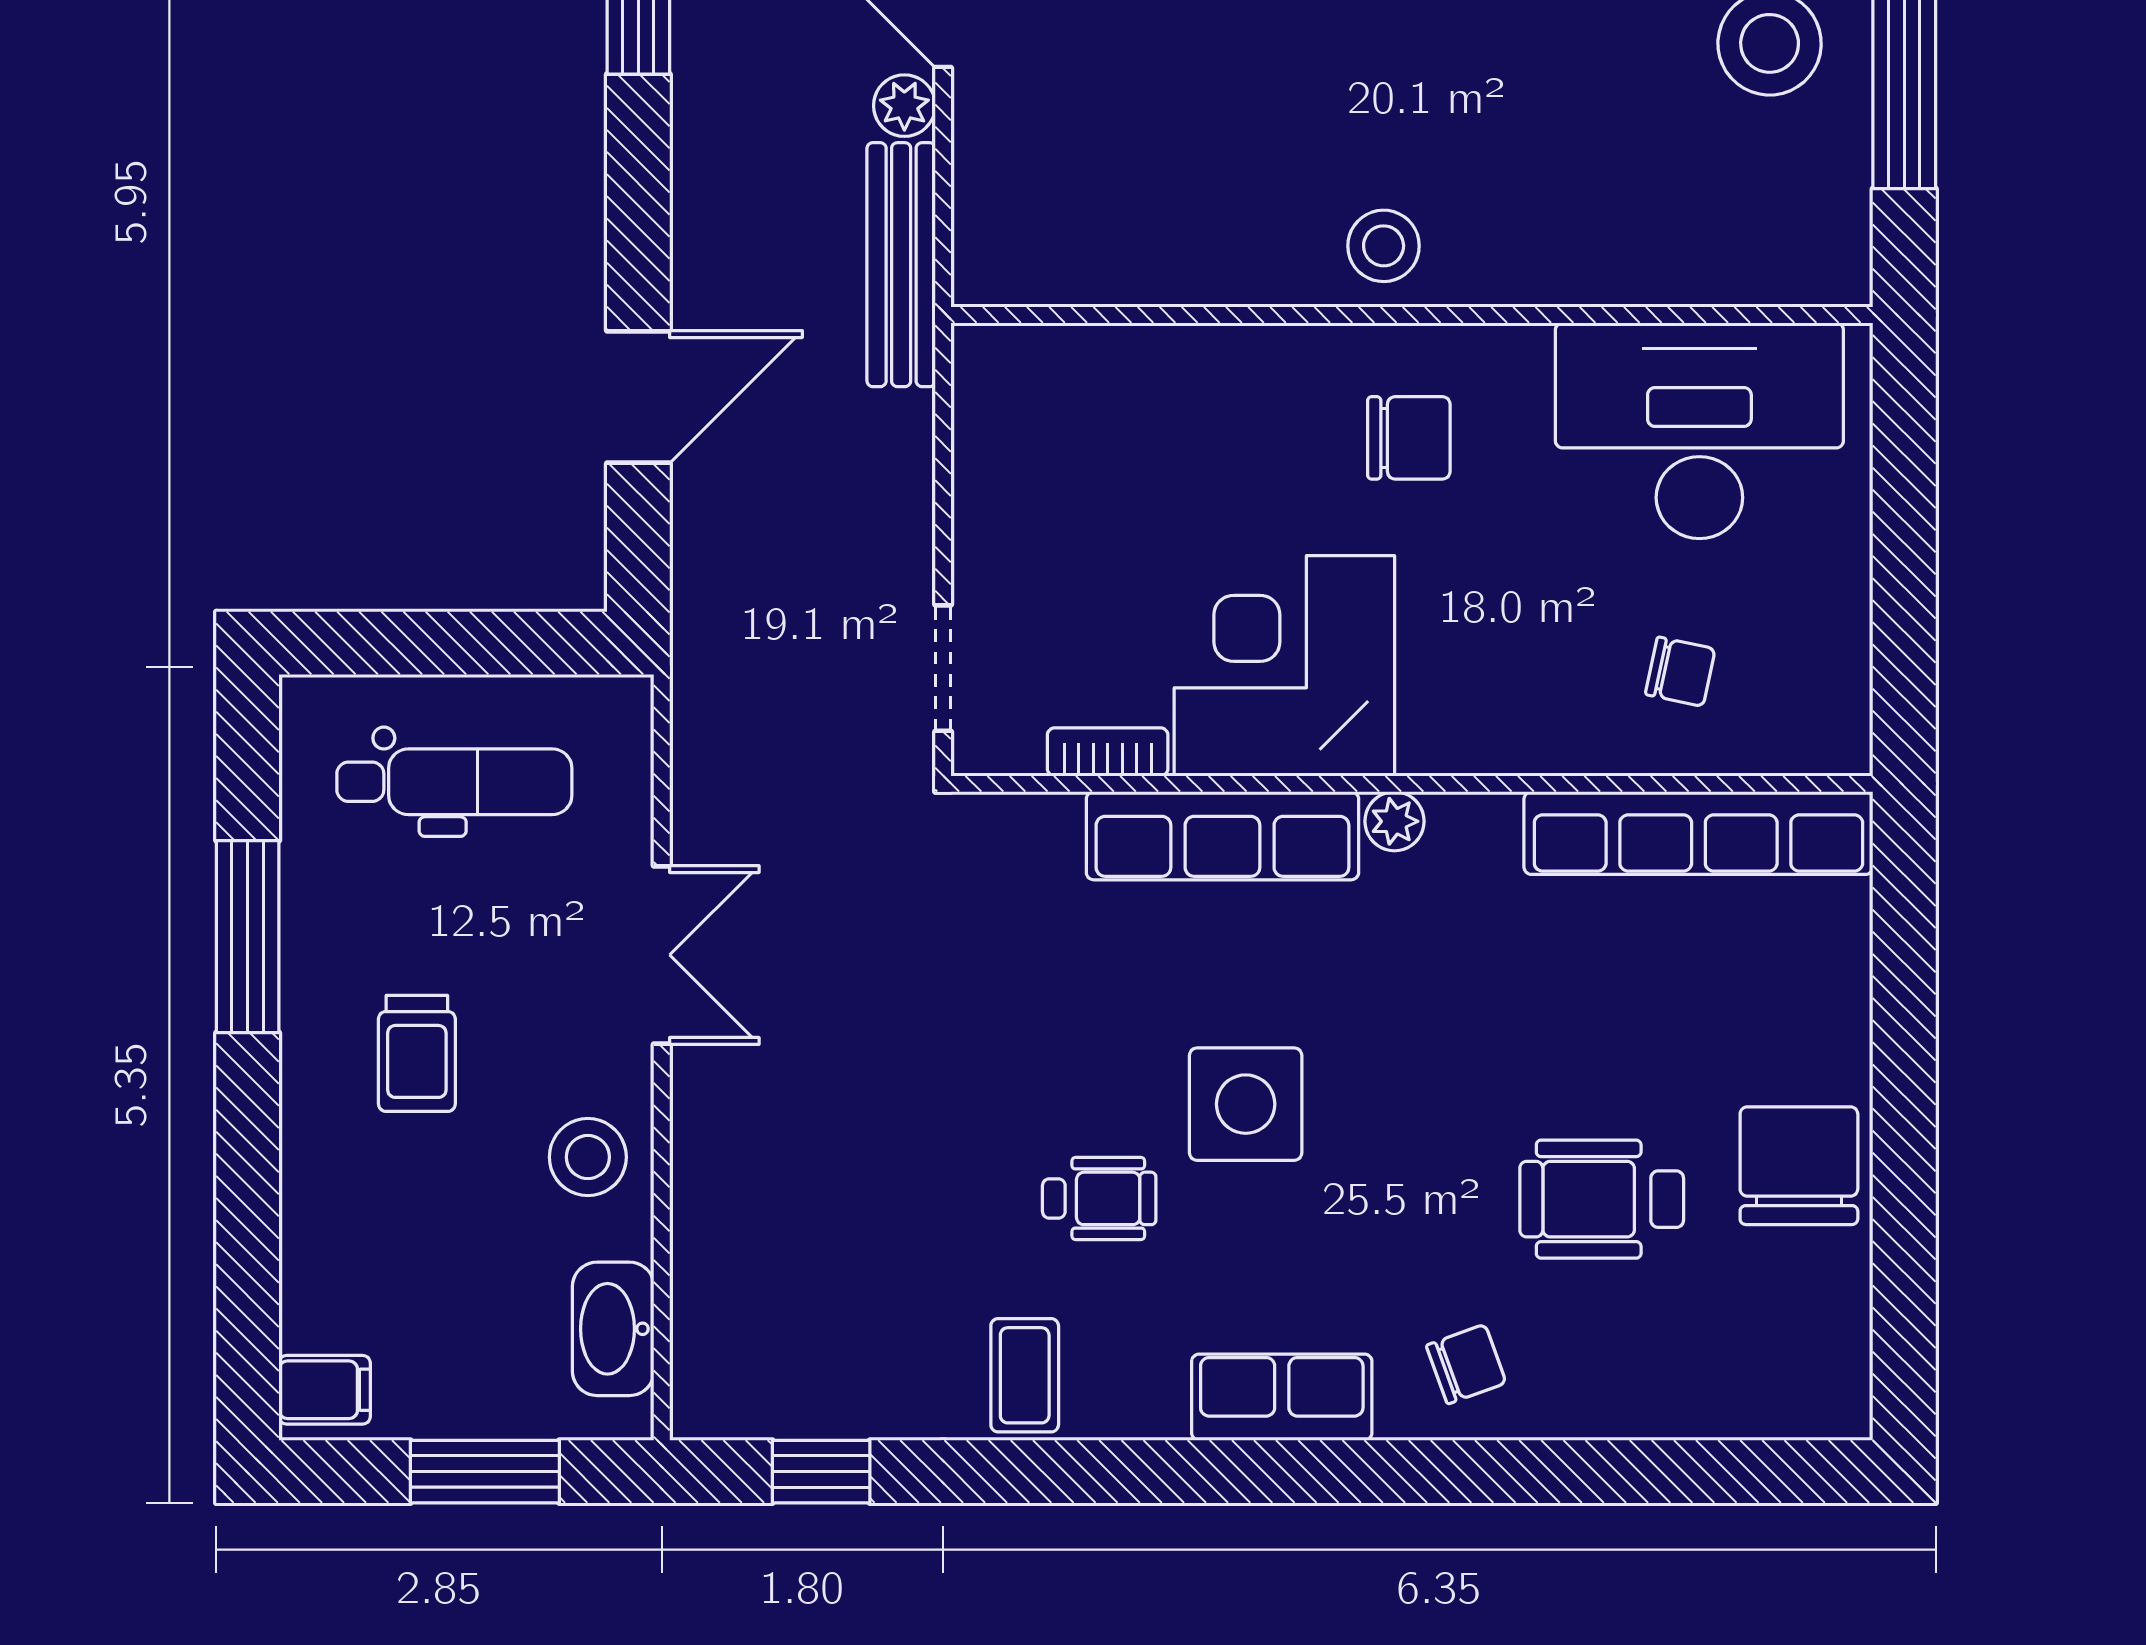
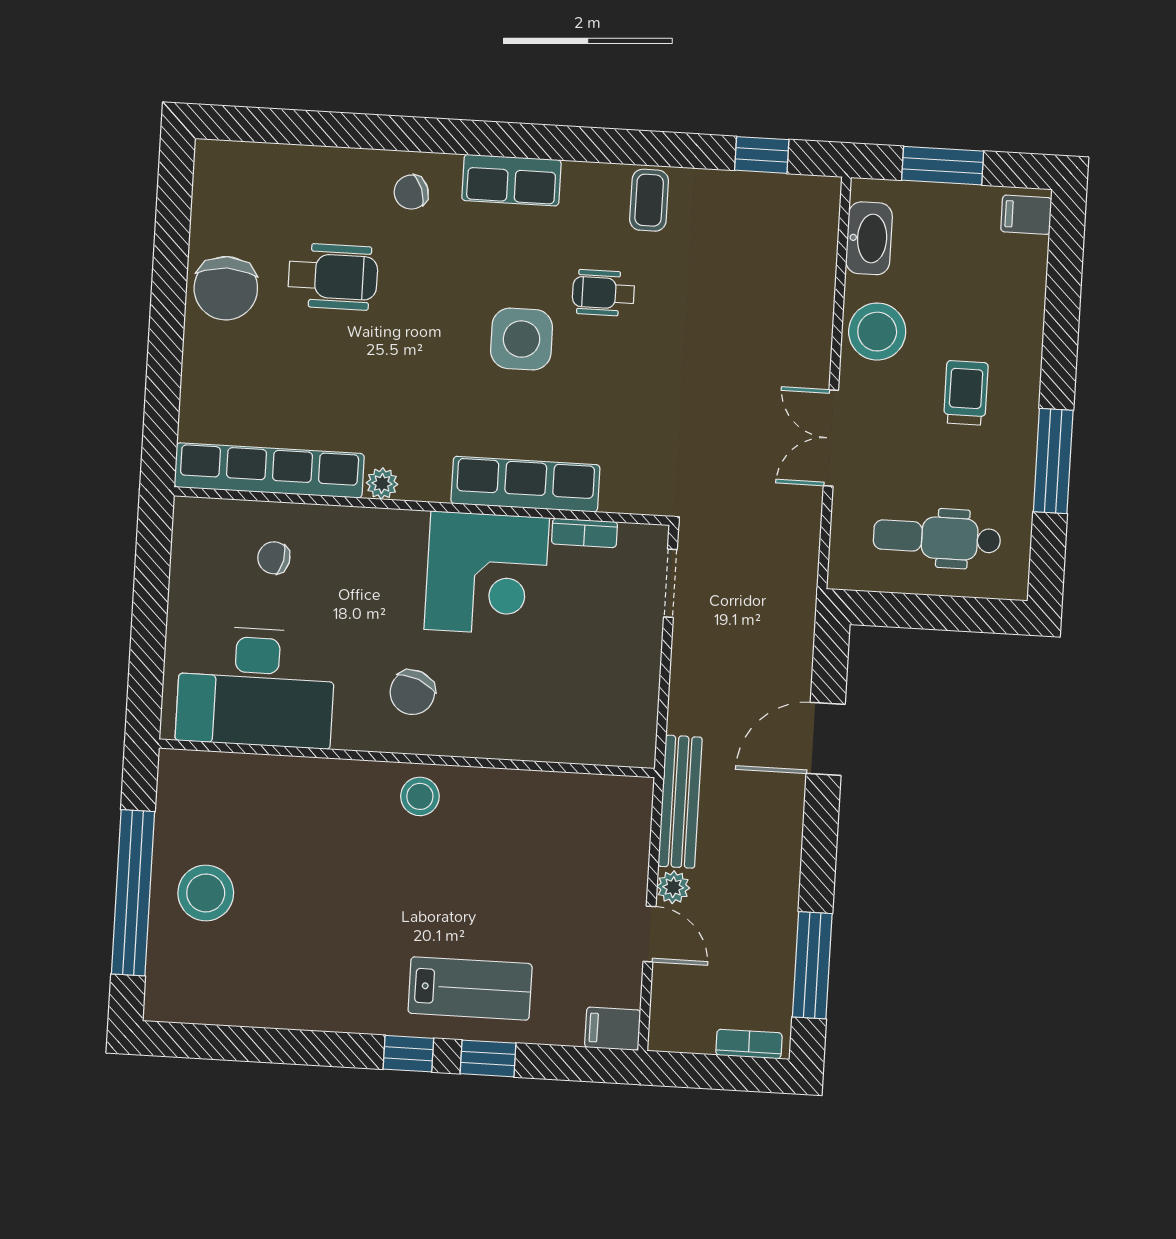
chair: (1409, 438) -> (412, 692), turned -68
plant: (1394, 821) -> (382, 483), moved
stool: (588, 1157) -> (877, 332), width x1.38, depth x1.38

